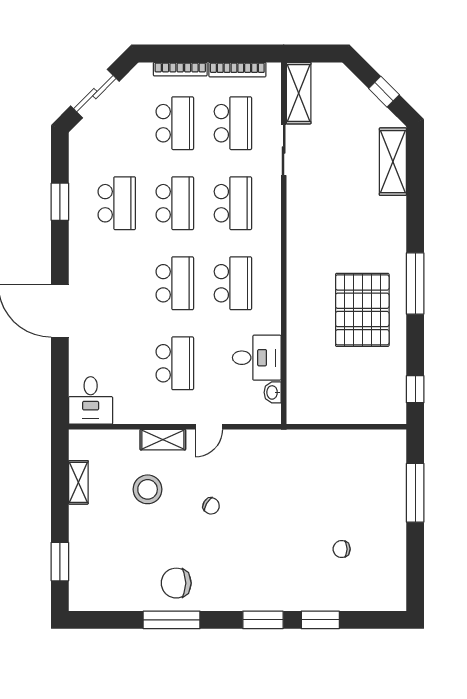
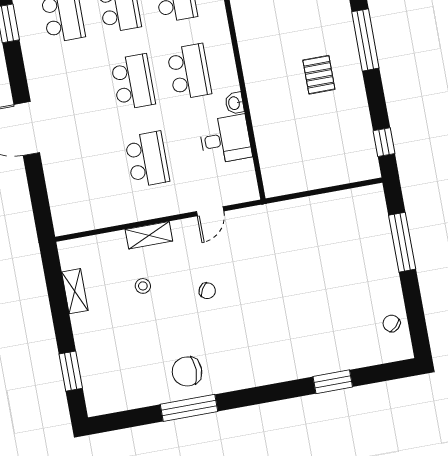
pallet: (362, 310) -> (319, 75), width x0.49, depth x0.50
washbasin: (273, 392) -> (234, 103), moved
desk: (91, 400) -> (72, 210), removed
door: (209, 427) -> (210, 211), moved
stool: (148, 489) -> (143, 286), width x0.53, depth x0.53
chair: (342, 549) -> (391, 323), moved, turned 46
window: (263, 620) -> (277, 392), removed

